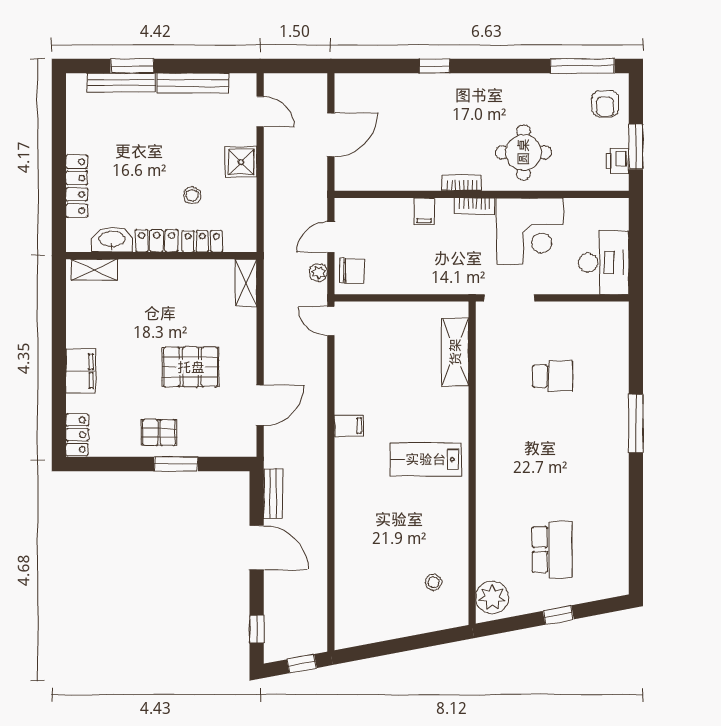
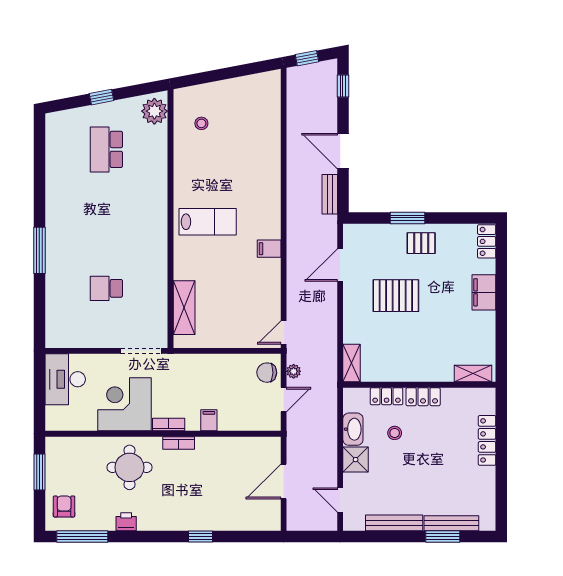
printer: (617, 161) -> (126, 522), moved, turned -90
washbasin: (112, 240) -> (353, 429), moved, turned -90
door: (331, 321) -> (284, 332), swing flipped

